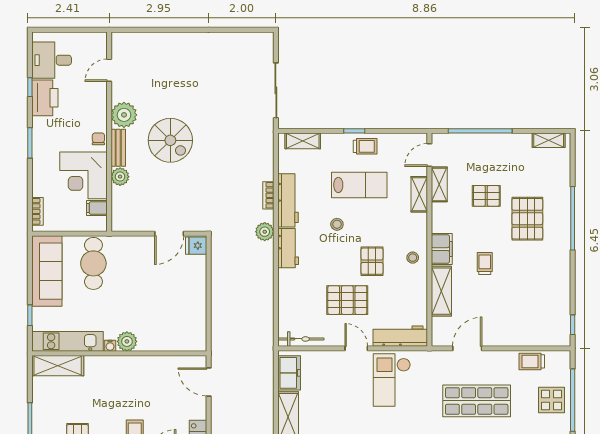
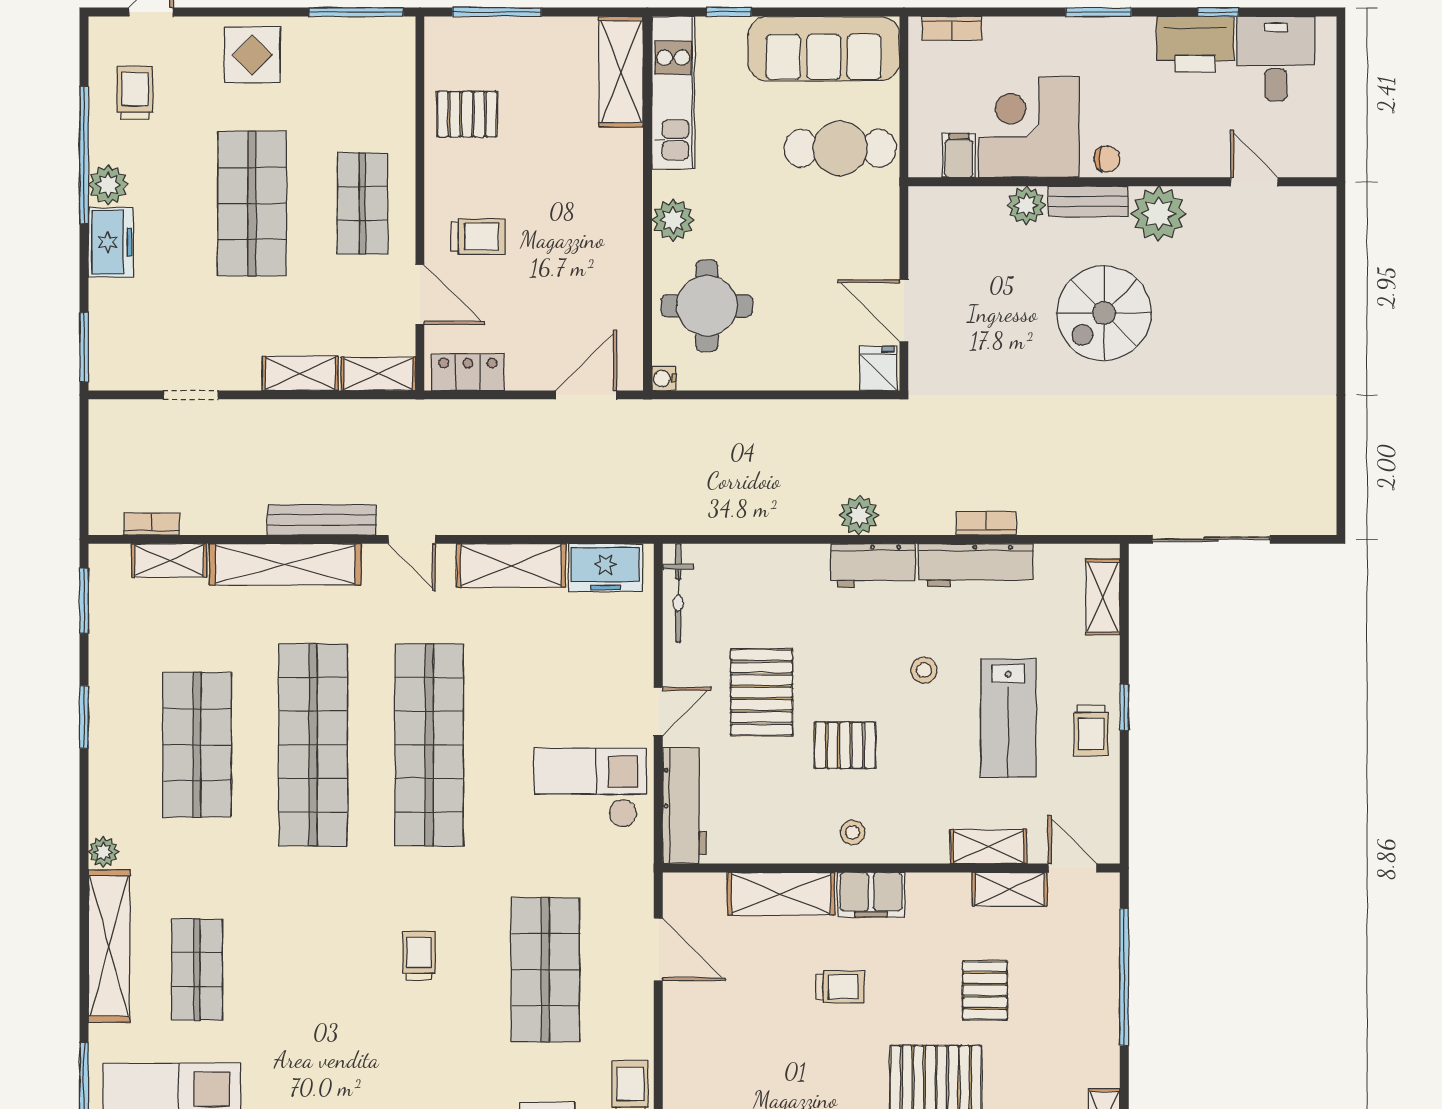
plant: (265, 232) -> (859, 515), moved
round table: (167, 326) -> (707, 306), added
water cooler: (110, 346) -> (664, 378), moved

